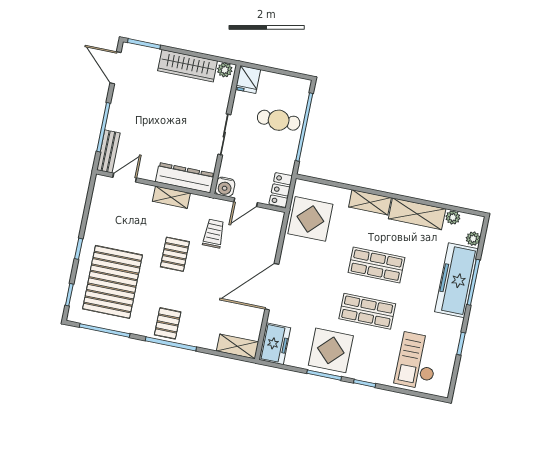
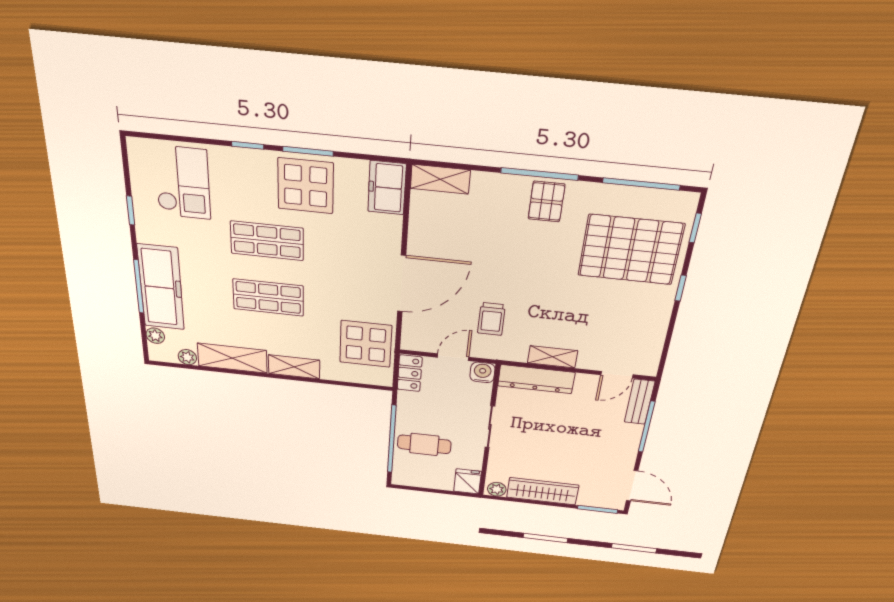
pallet: (175, 254) -> (543, 291), removed
pallet: (113, 282) -> (631, 250), turned 90
door: (272, 287) -> (402, 284), moved

